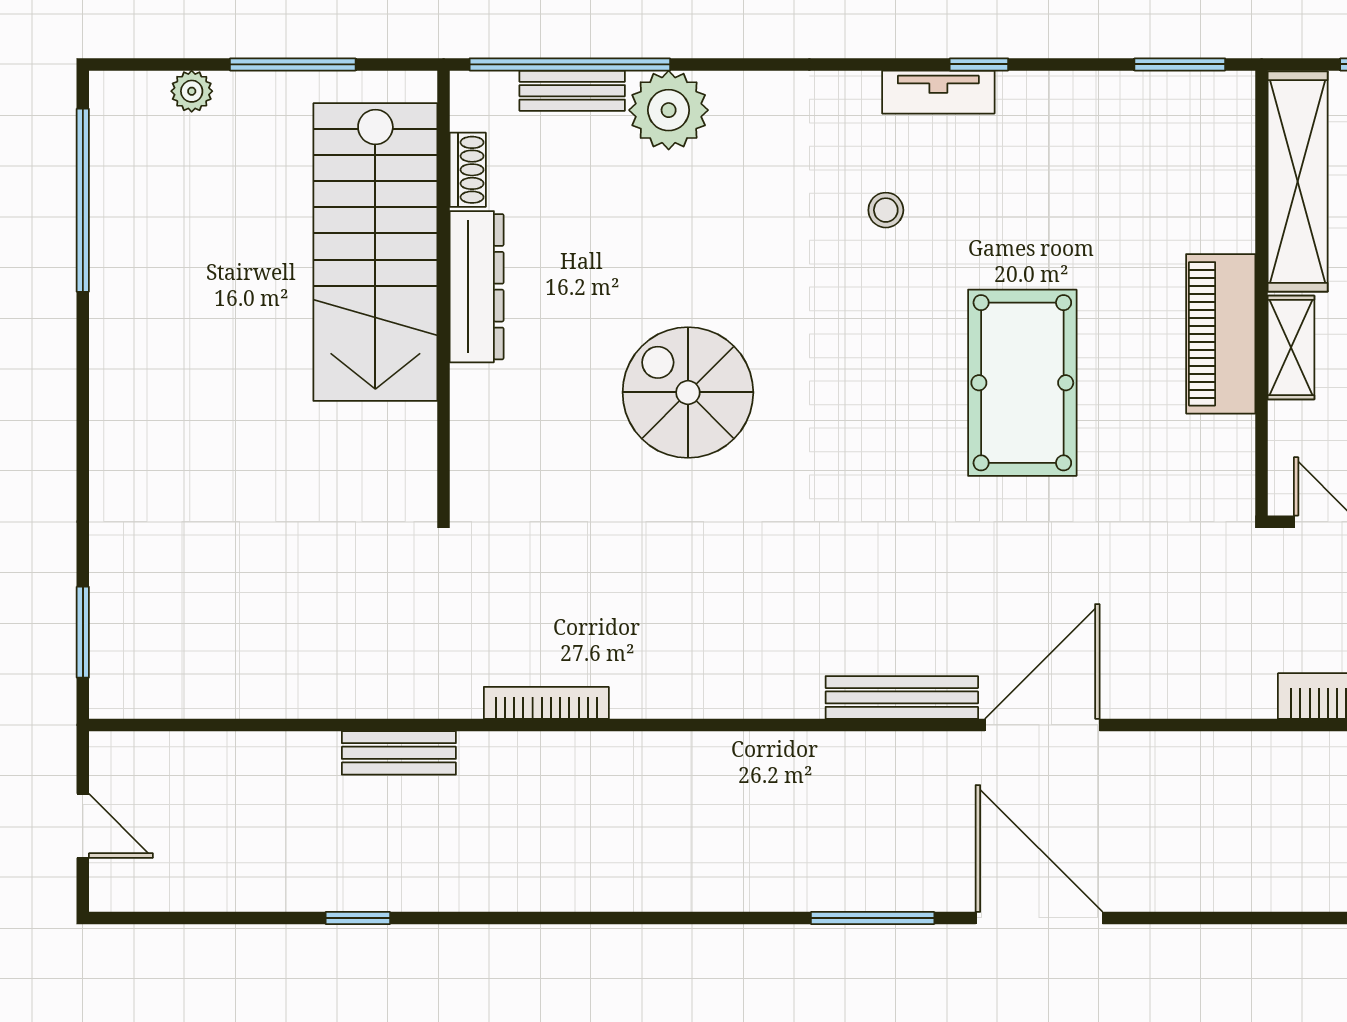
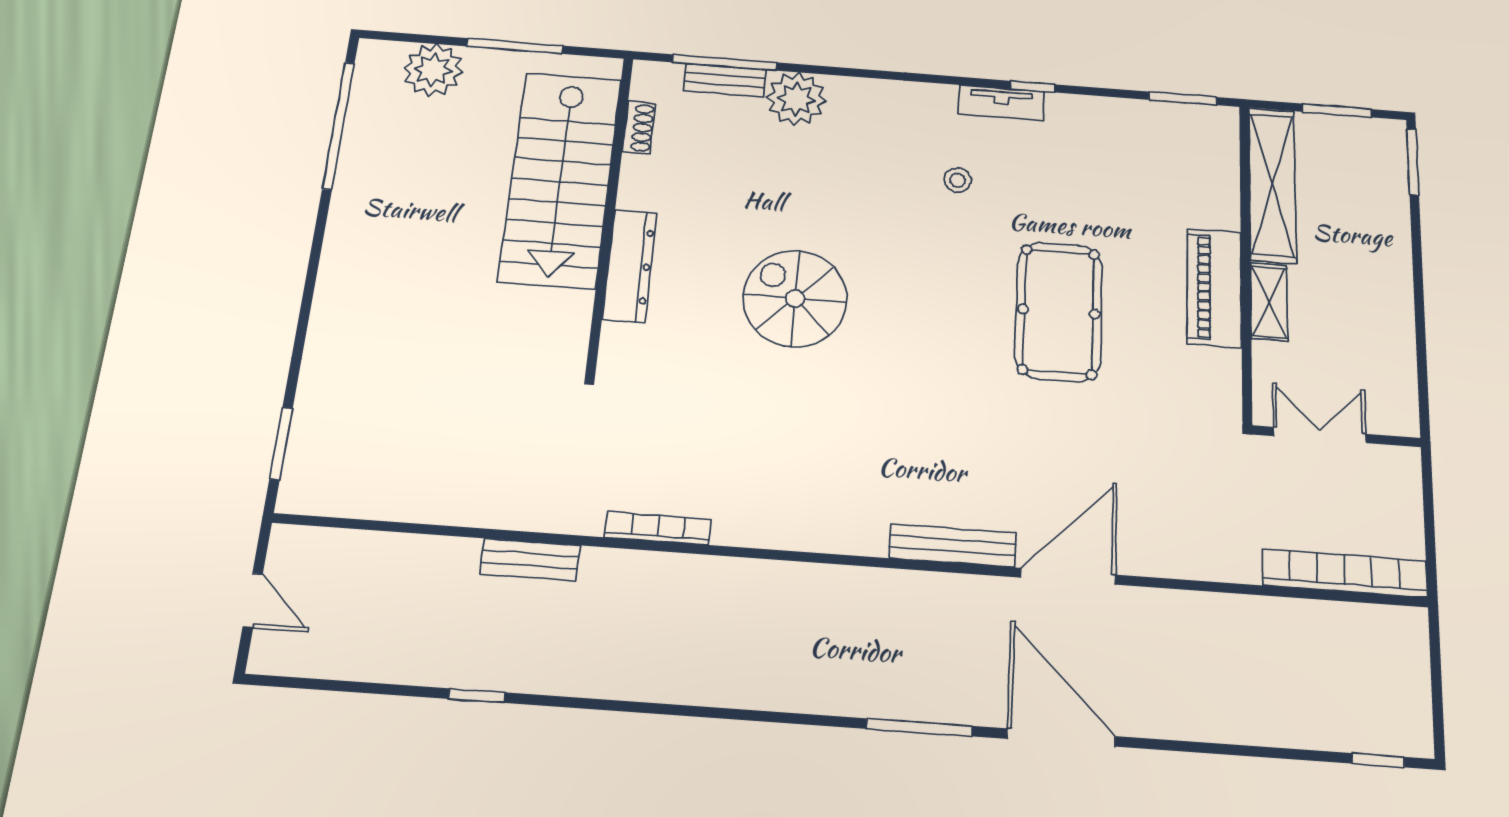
window: (570, 64) -> (724, 62), width x0.68
plant: (192, 91) -> (433, 70), width x1.88, depth x1.88
dresser: (477, 287) -> (630, 266), moved

